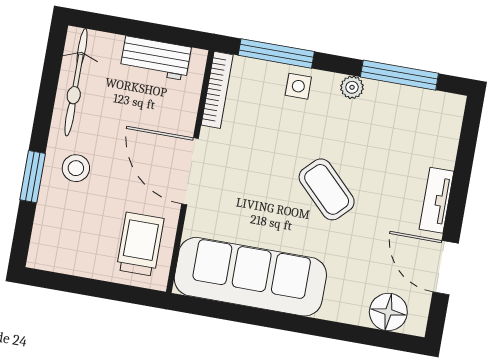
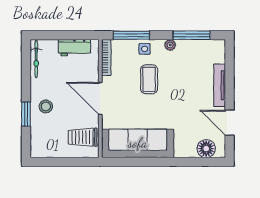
bicycle: (76, 82) -> (36, 59), width x0.73, depth x0.71
coffee table: (327, 189) -> (149, 79), moved, turned 45
tv unit: (436, 200) -> (220, 85), width x1.41
trolley: (140, 244) -> (83, 137), turned -90

